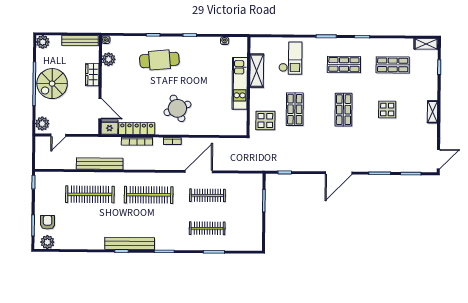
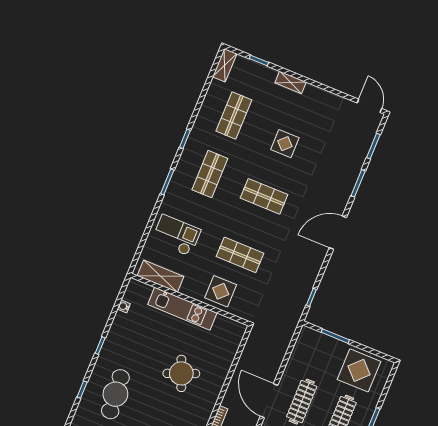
shelving: (257, 71) -> (161, 276), moved
round table: (177, 108) -> (181, 373), moved
shelving: (432, 112) -> (291, 82), moved
display table: (265, 121) -> (221, 291), moved
door: (339, 173) -> (338, 233), swing flipped
display table: (246, 227) -> (359, 370), added

